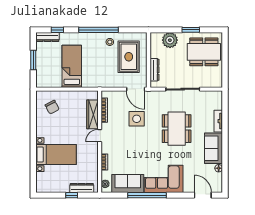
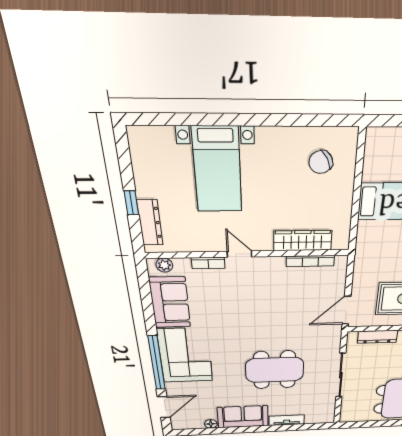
side table: (137, 119) -> (292, 313), removed
door: (100, 136) -> (239, 254), moved
window: (147, 195) -> (157, 363), moved

